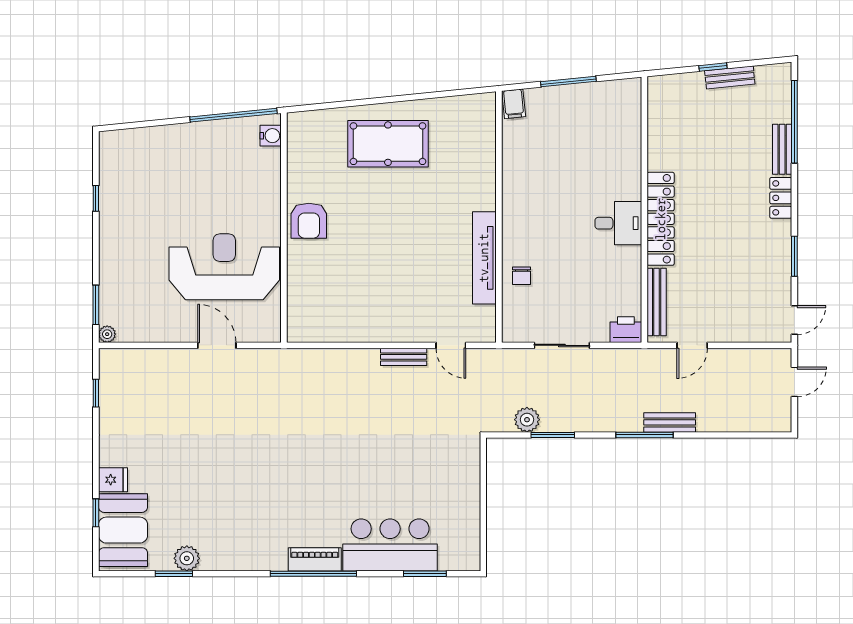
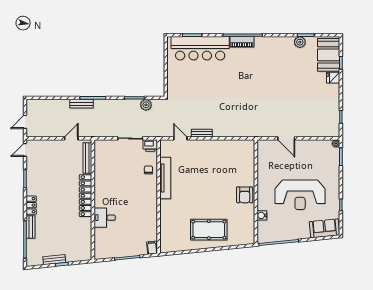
water cooler: (271, 136) -> (262, 215), moved
sofa: (132, 147) -> (324, 228), added
armchair: (309, 221) -> (245, 195), turned 180
desk: (618, 223) -> (105, 218), moved
reception desk: (224, 267) -> (300, 195), moved
printer: (626, 330) -> (150, 146), moved
bar counter: (390, 545) -> (200, 48), width x1.36

